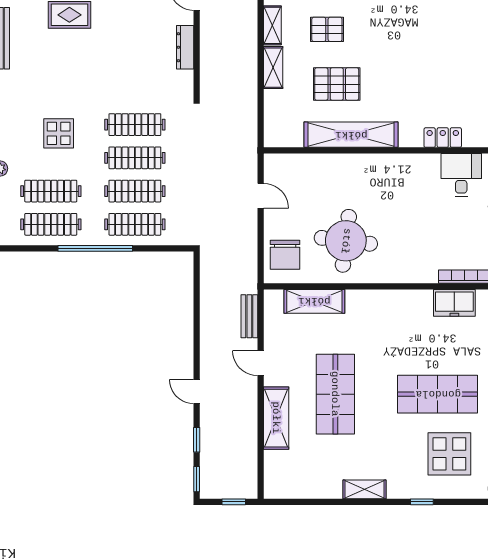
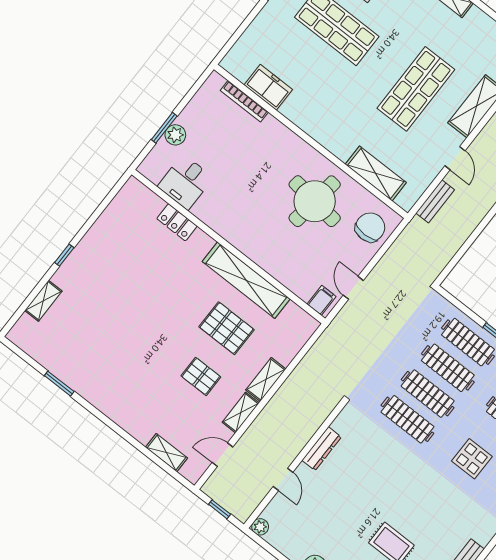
filing cabinet: (278, 166) -> (322, 300), added

